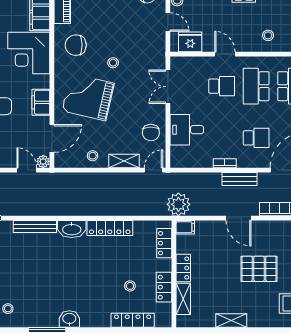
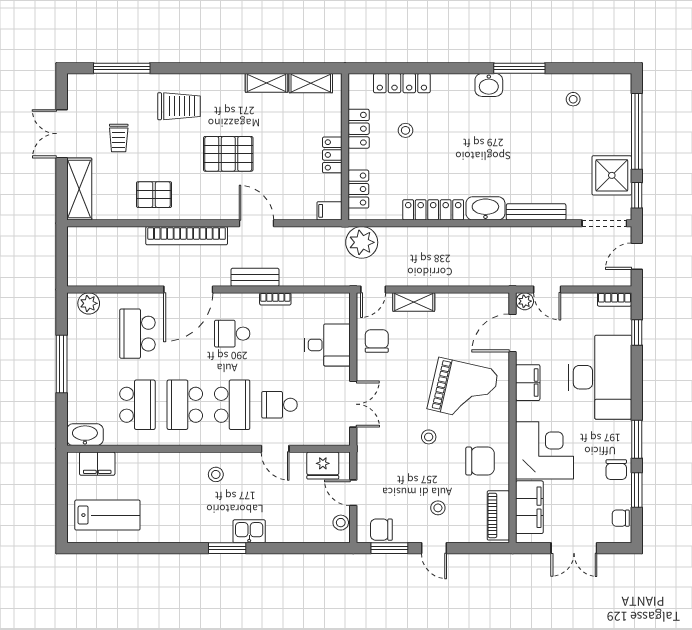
stool: (93, 156) -> (438, 508), moved
plant: (178, 204) -> (362, 242), moved
shelving: (183, 299) -> (311, 83), moved, turned 90

